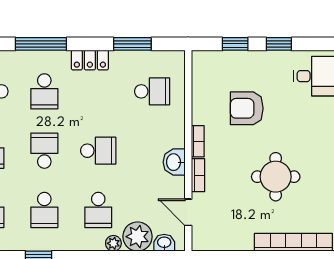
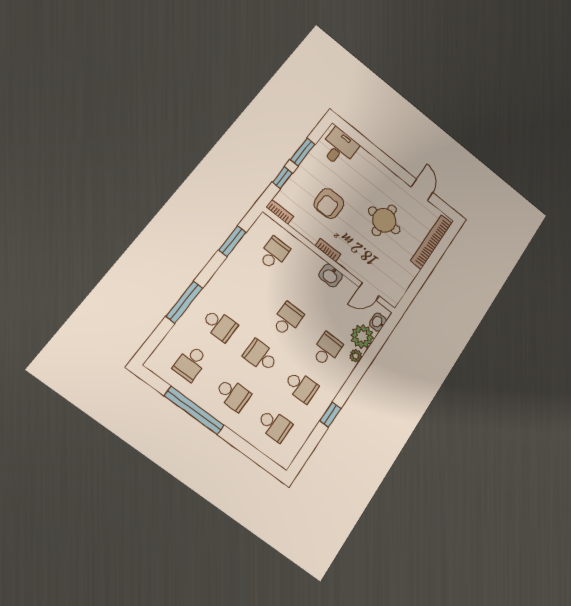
window: (279, 44) -> (303, 152), width x1.50
locker: (90, 60) -> (222, 278), removed
bookcase: (198, 175) -> (280, 212), moved
school desk: (98, 210) -> (327, 349), turned -90

